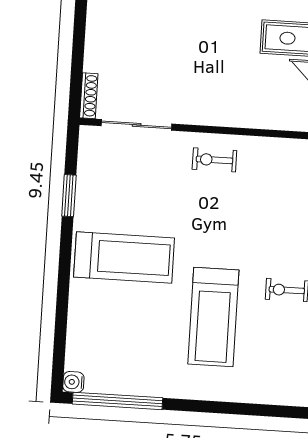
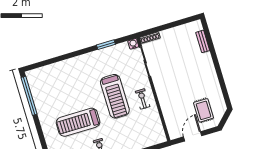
treadmill: (124, 257) -> (115, 96), moved
water cooler: (73, 382) -> (133, 44), moved

